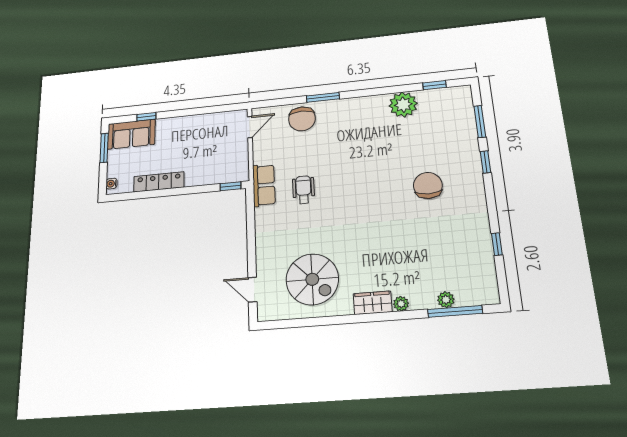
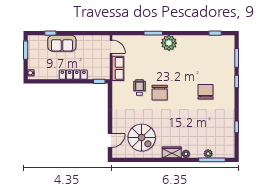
plant: (403, 105) -> (169, 43), moved
chair: (302, 119) -> (160, 93), moved
door: (250, 127) -> (111, 47), hinge flipped
sofa: (131, 134) -> (62, 43), moved
locker: (159, 182) -> (73, 75), moved
row of seats: (264, 185) -> (118, 68), moved
door: (252, 290) -> (110, 141), swing flipped

